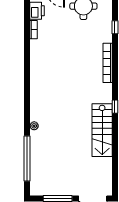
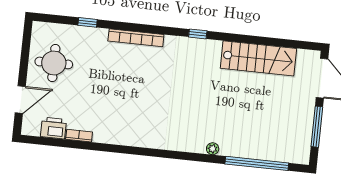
stairs: (102, 130) -> (258, 58), moved

